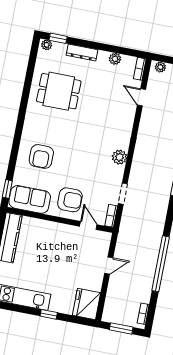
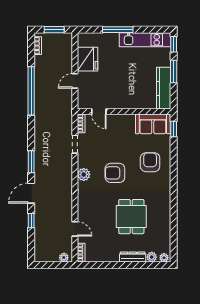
window: (58, 38) -> (155, 265), removed
plant: (115, 59) -> (152, 257), moved
dining table: (59, 91) -> (131, 217), moved, turned 90
armchair: (70, 200) -> (115, 173), moved
fridge: (87, 304) -> (87, 59), moved
window: (49, 314) -> (118, 30), width x2.17

